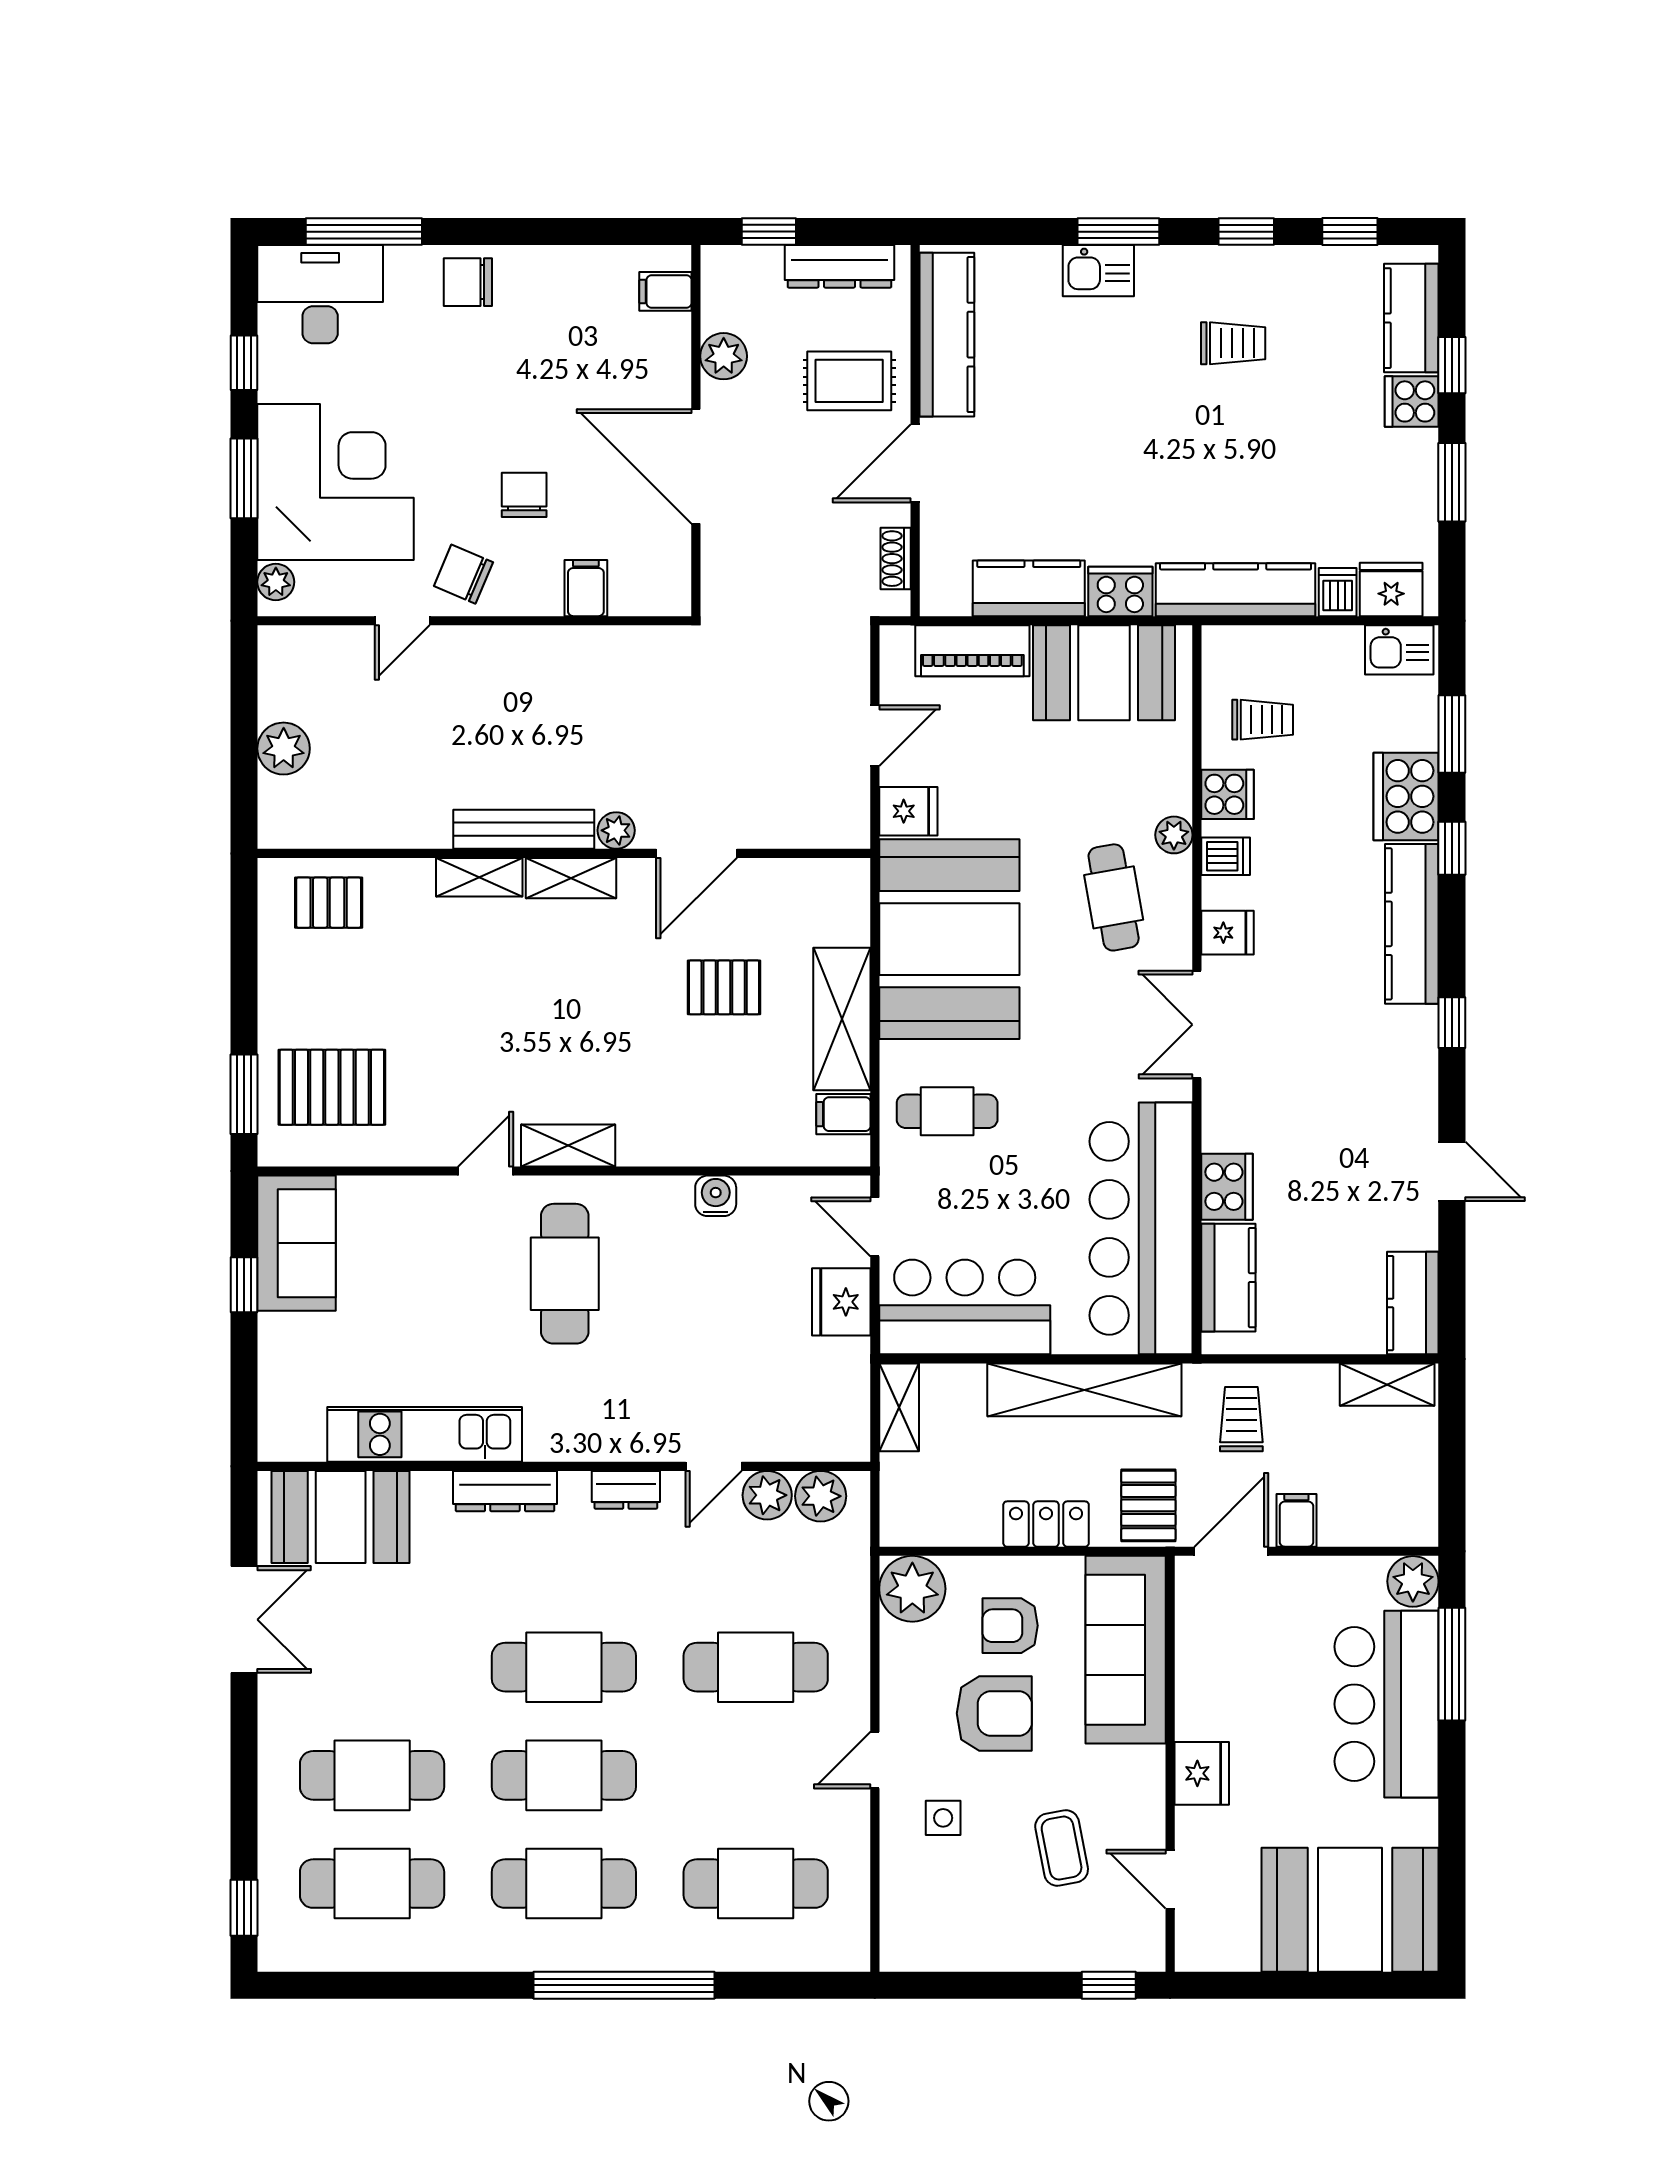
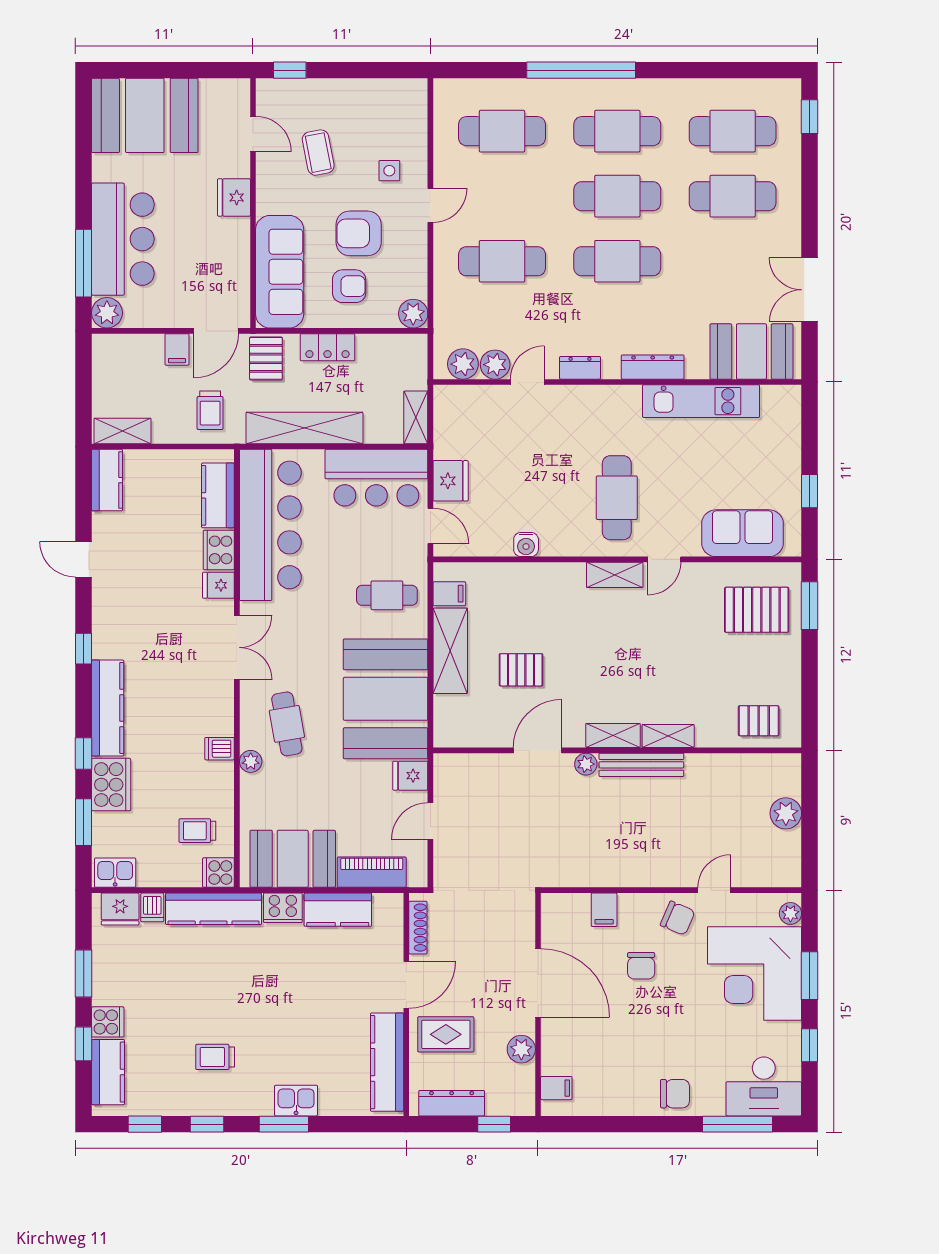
shoe rack: (896, 559) -> (418, 928), width x1.43
cooker: (1227, 794) -> (218, 873), moved
fridge: (1228, 933) -> (218, 585), moved
sofa: (297, 1243) -> (742, 533), moved, turned 90
plant: (912, 1589) -> (413, 314), width x0.73, depth x0.73

